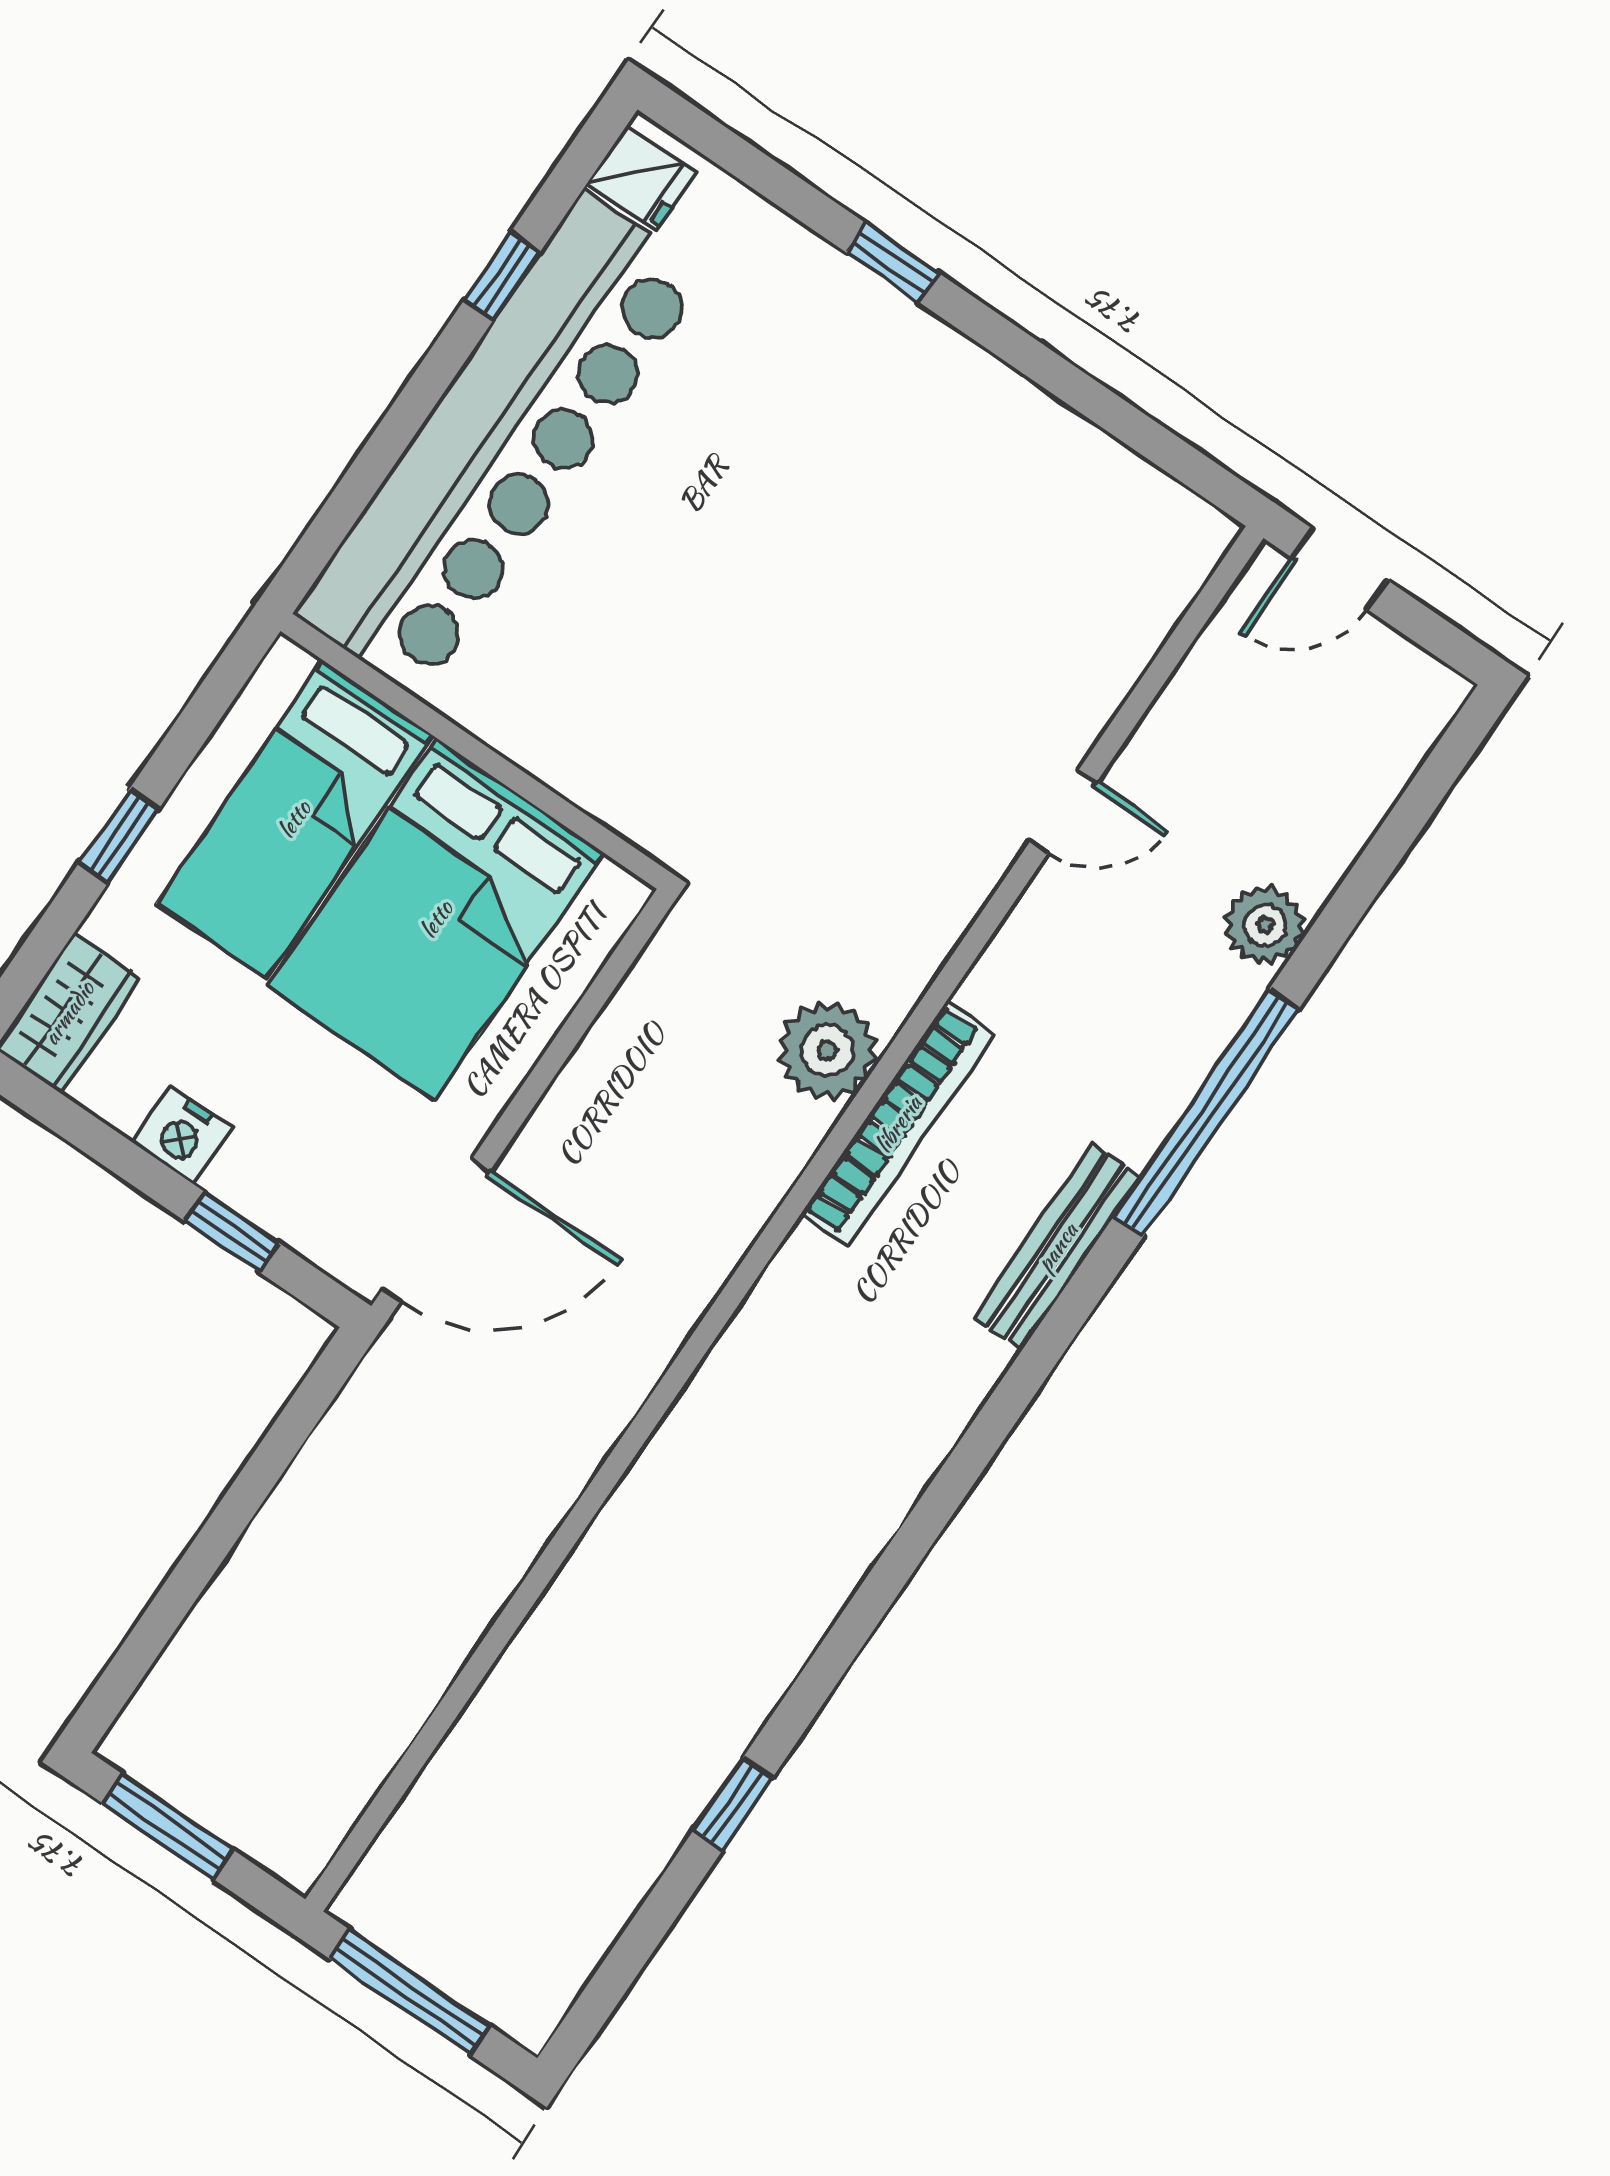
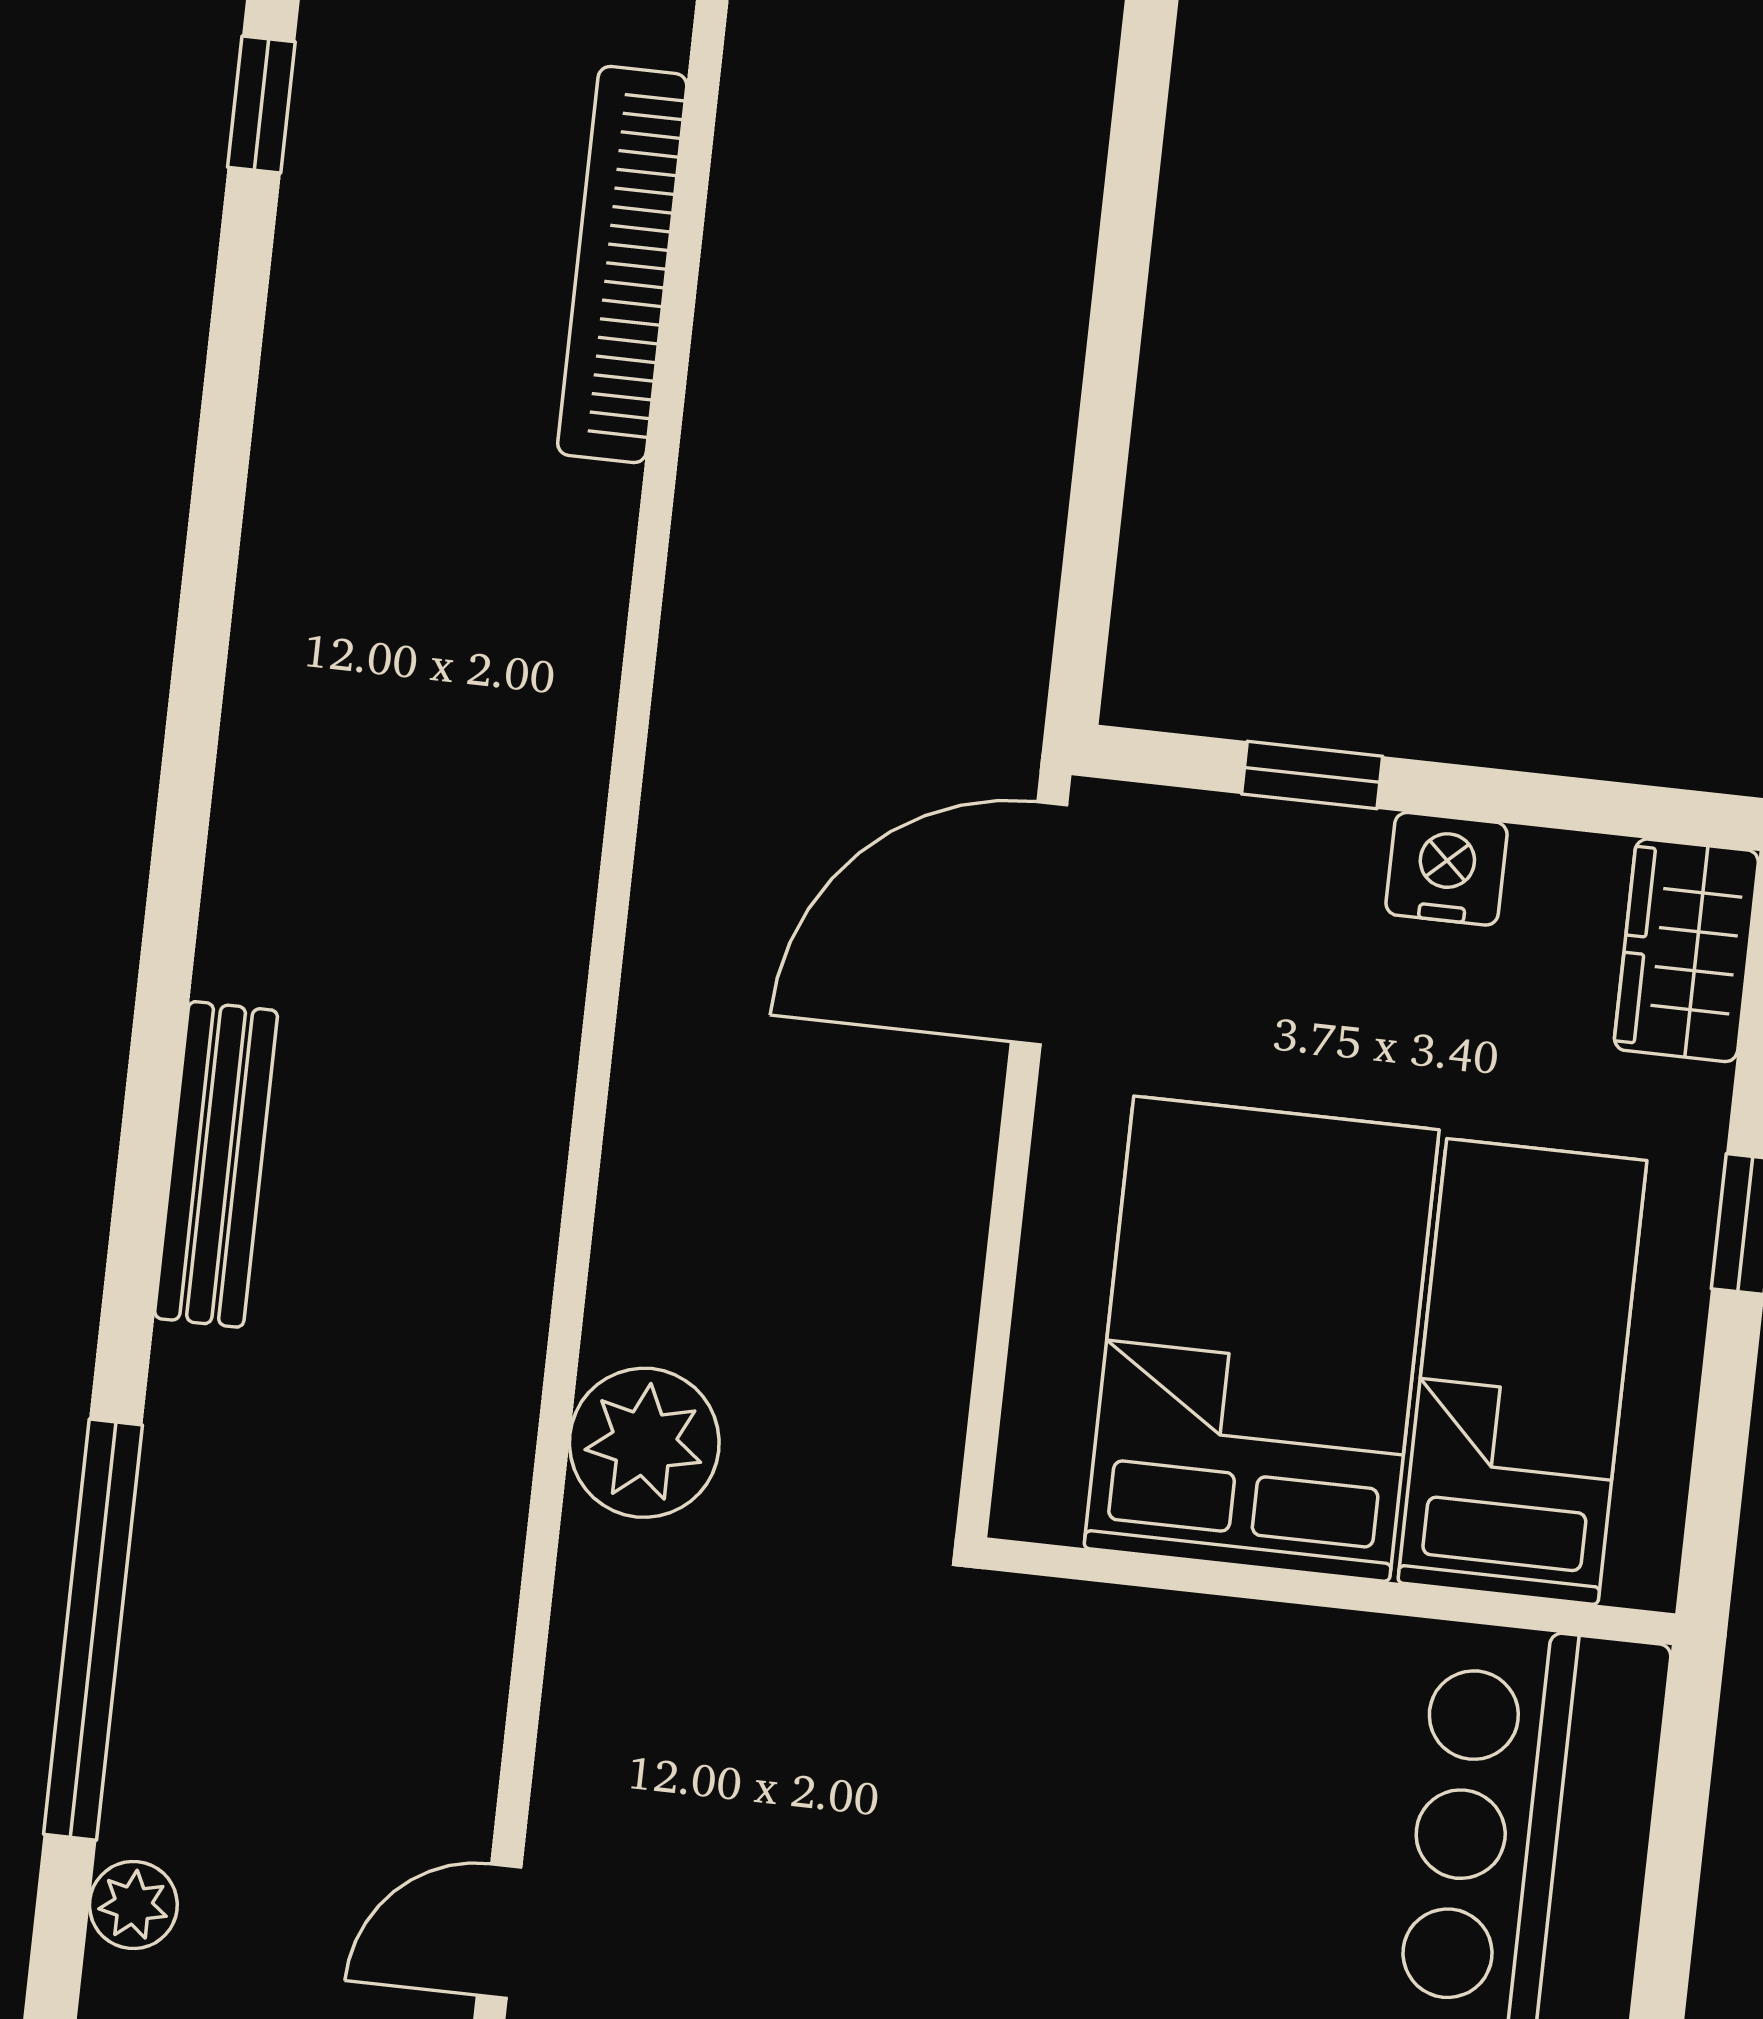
plant: (1265, 925) -> (133, 1905), width x0.73, depth x0.73
bookcase: (898, 1124) -> (622, 265), moved
bench: (1057, 1247) -> (216, 1164), moved
window: (733, 1804) -> (261, 104), moved

